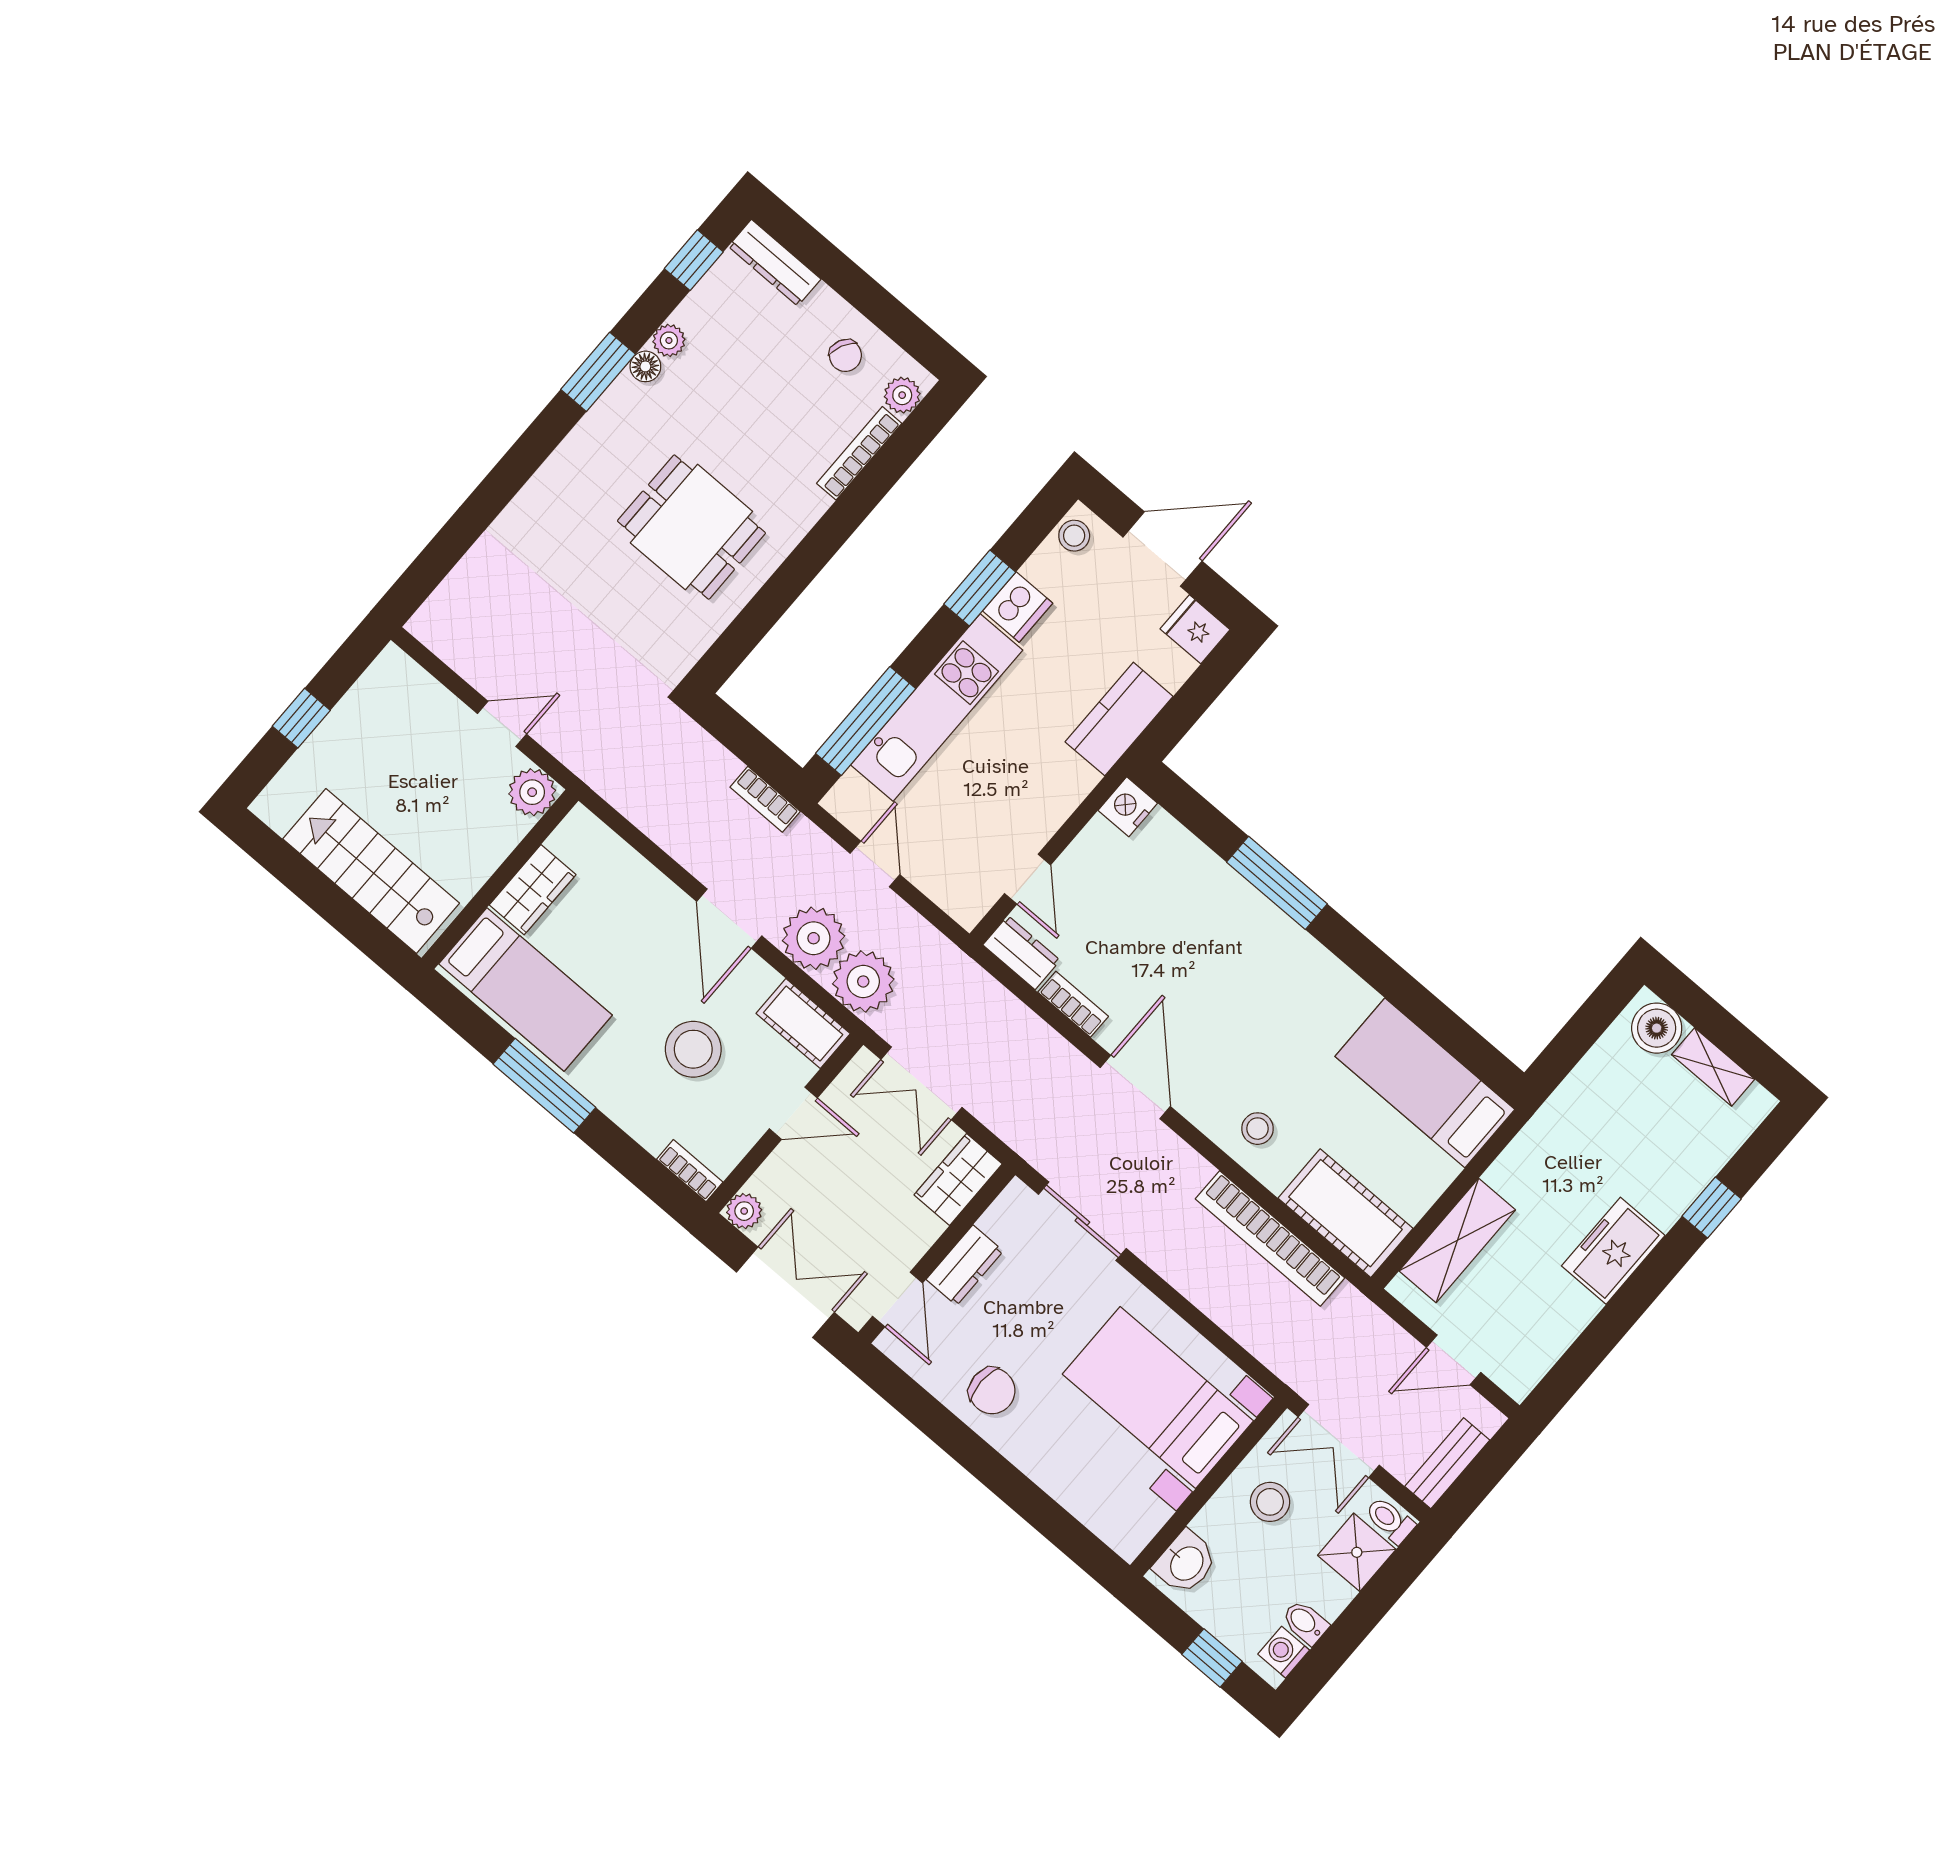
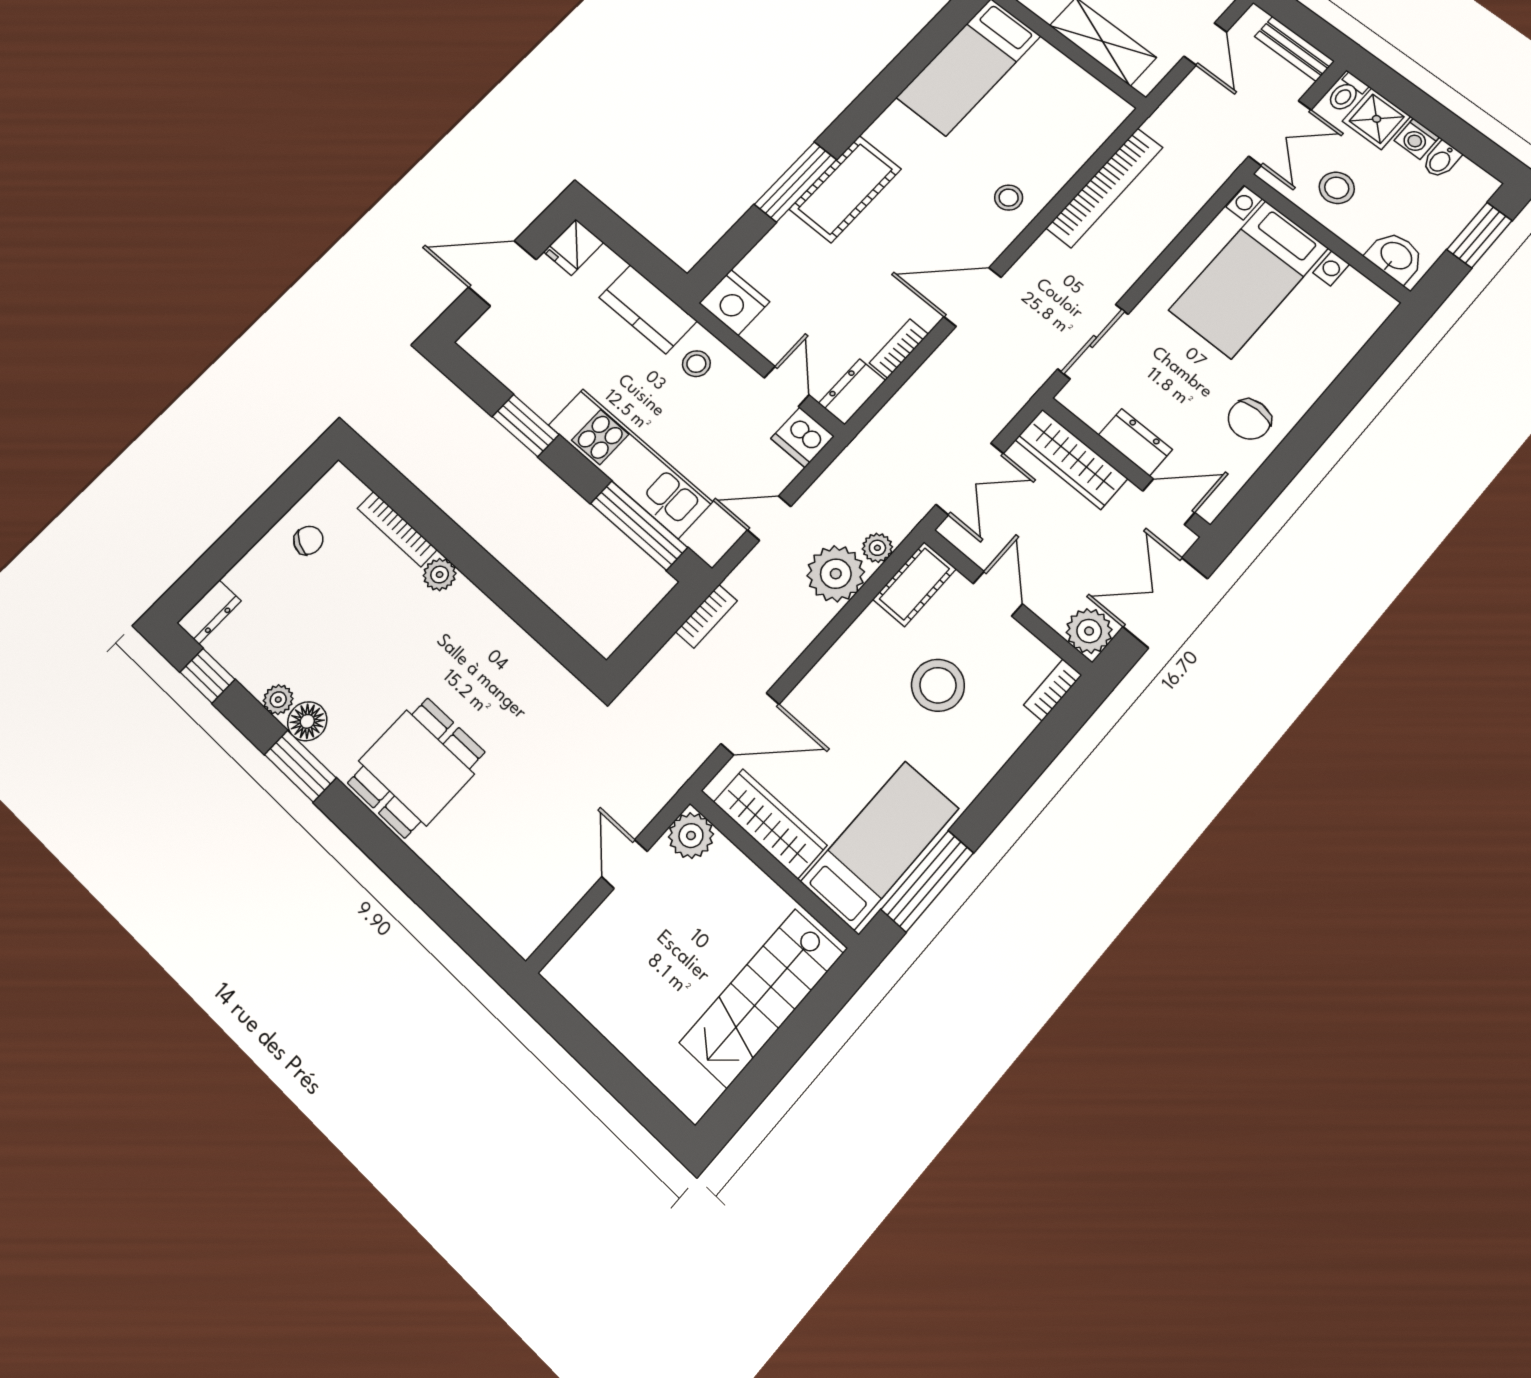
dresser: (775, 263) -> (209, 612), width x0.70
floor lamp: (645, 366) -> (307, 721), width x1.37, depth x1.37
plant: (902, 395) -> (440, 575), moved
dining table: (691, 527) -> (416, 768), moved
stool: (1074, 536) -> (696, 364), moved
door: (1162, 549) -> (502, 273), hinge flipped
dishwasher: (1018, 607) -> (803, 437), moved, turned 180
window: (301, 718) -> (609, 1067), removed
nightstand: (1128, 807) -> (734, 302), width x1.36, depth x1.33
door: (1028, 879) -> (787, 386), hinge flipped
wardrobe: (533, 890) -> (770, 824), width x1.50
door: (729, 919) -> (750, 724), moved
plant: (863, 981) -> (877, 548), width x0.53, depth x0.53
window: (544, 1086) -> (927, 881), moved
wardrobe: (958, 1179) -> (1071, 459), width x1.50
plant: (744, 1211) -> (1089, 631), width x1.38, depth x1.38
cot: (1346, 1213) -> (845, 189), moved
chair: (992, 1391) -> (1249, 419), turned 180
washing machine: (1284, 1652) -> (1417, 139), moved
window: (1212, 1658) -> (1479, 235), width x1.50

